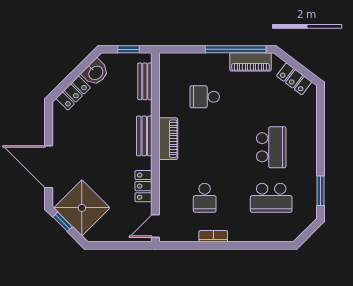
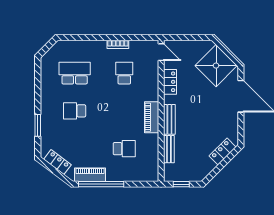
washbasin: (95, 72) -> (206, 167), removed
bench: (145, 81) -> (169, 149), moved
school desk: (271, 147) -> (75, 111), width x0.54
window: (321, 191) -> (38, 125), moved
window: (62, 222) -> (230, 55), removed
door: (155, 226) -> (161, 52), hinge flipped

